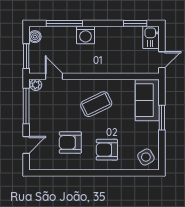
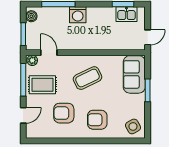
kitchen sink: (151, 37) -> (126, 14), moved, turned -90
rug: (47, 111) -> (42, 85), added

